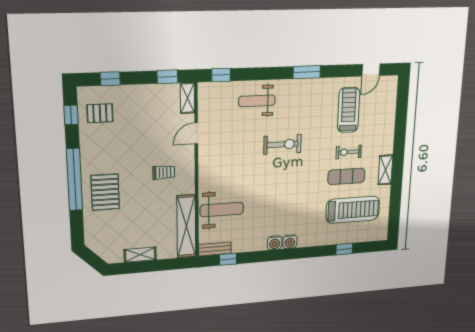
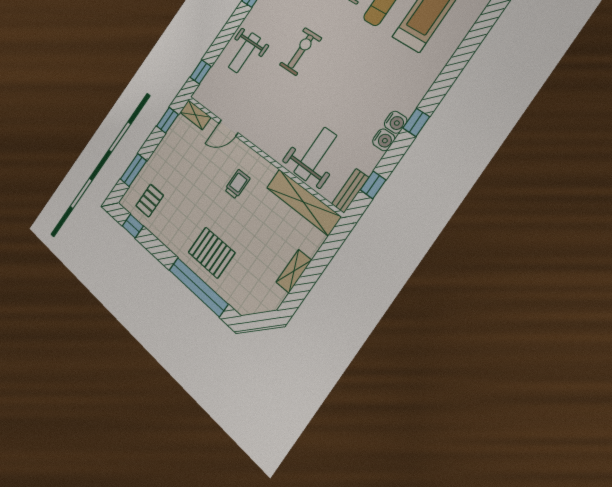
window: (110, 79) -> (133, 170), width x1.50
door: (196, 133) -> (228, 128), hinge flipped
window: (74, 180) -> (198, 287), moved
water cooler: (290, 242) -> (384, 140), moved
window: (344, 249) -> (416, 122), moved

